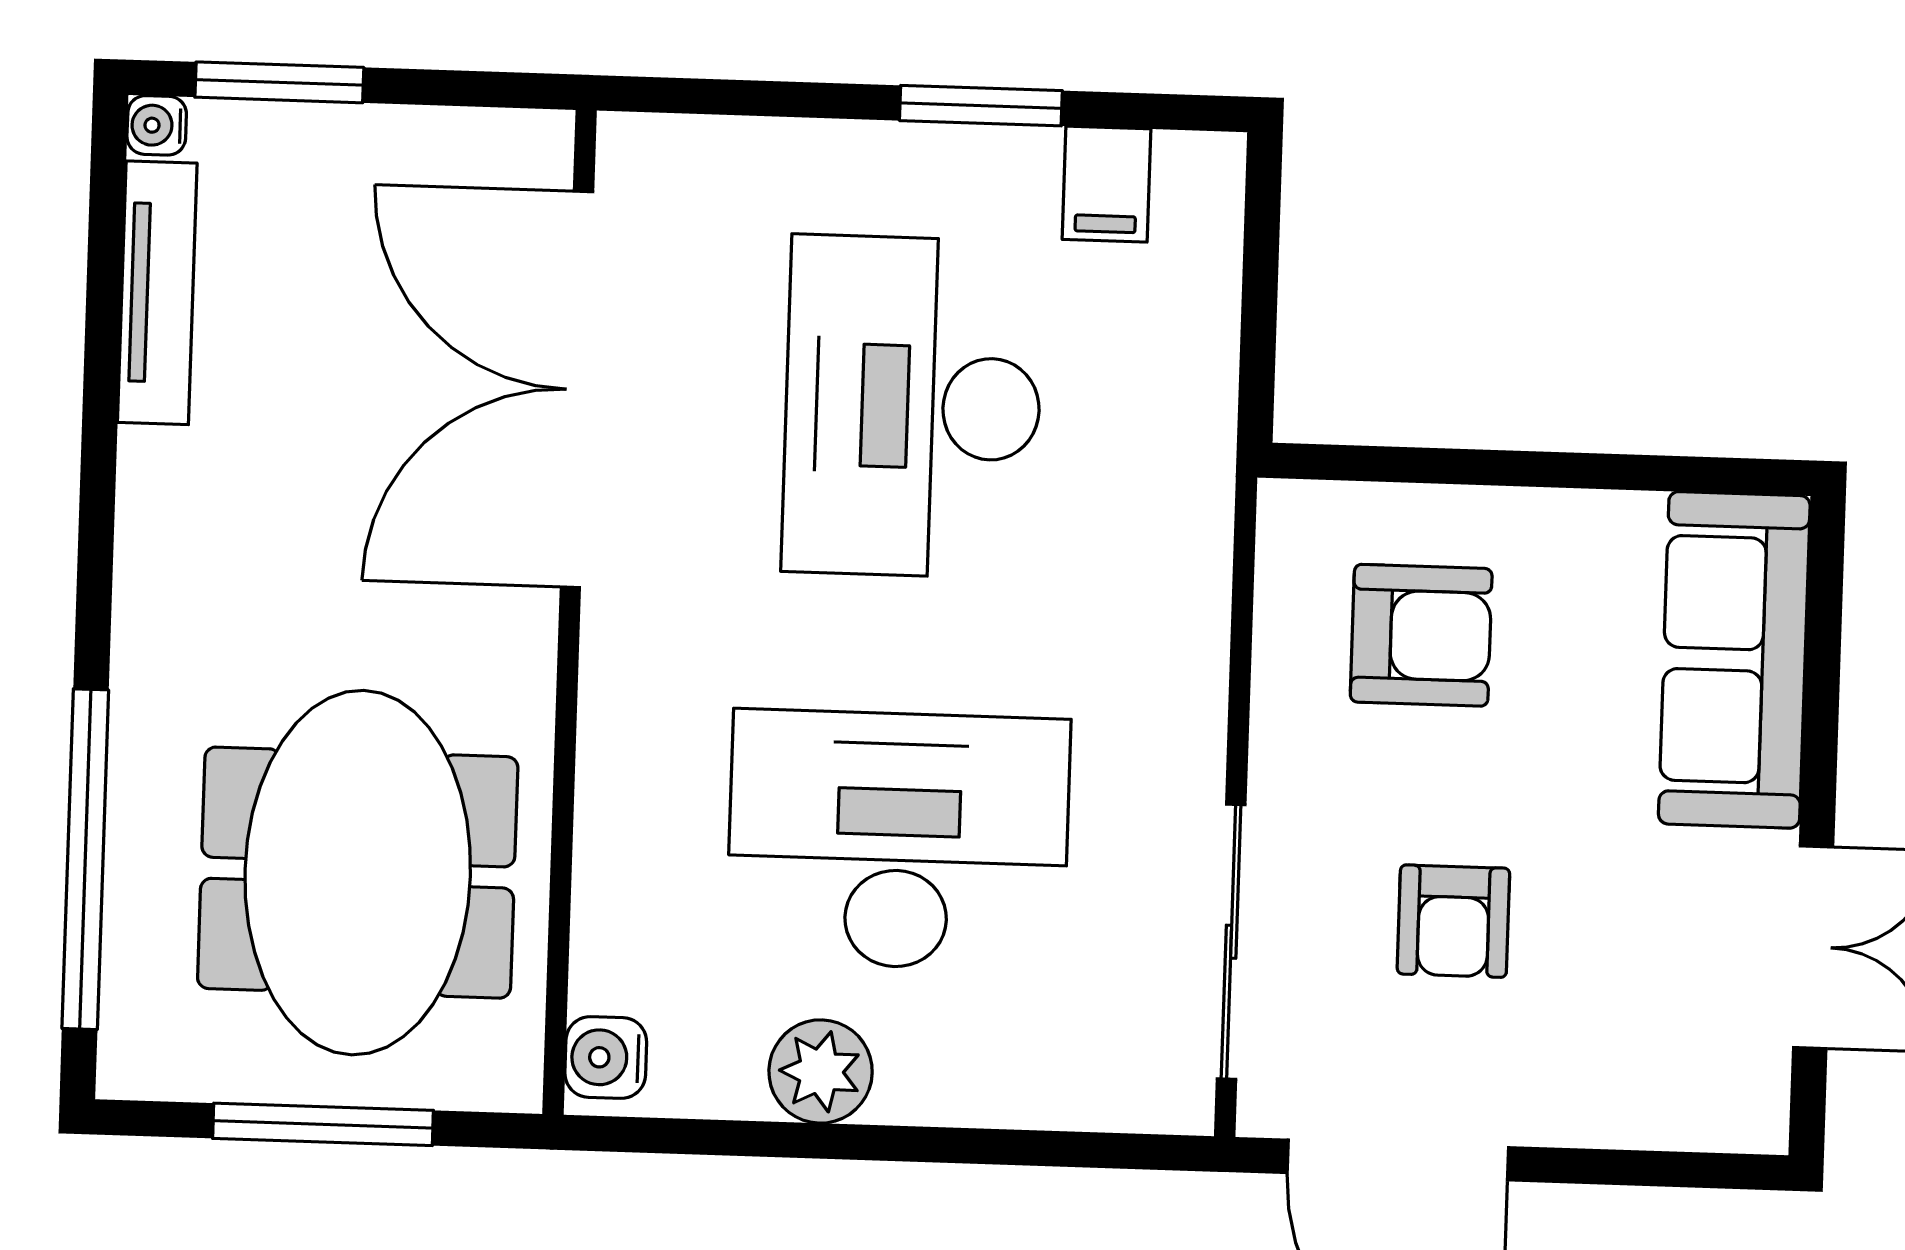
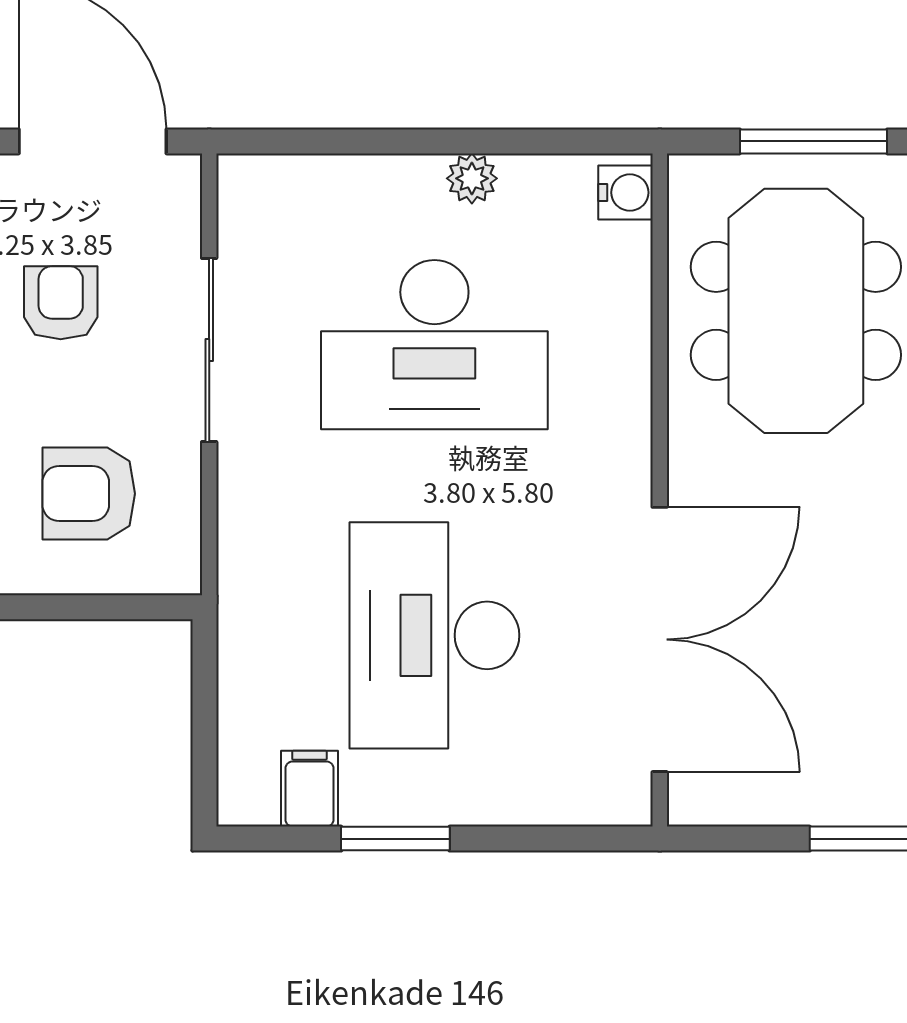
desk: (913, 407) -> (434, 635), turned 180
sliding door: (1231, 942) -> (209, 350), moved
plant: (821, 1071) -> (472, 178), width x0.73, depth x0.73

